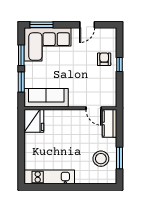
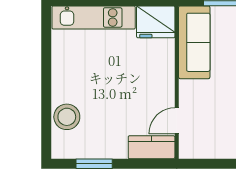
stool: (101, 159) -> (67, 117), moved
kitchen unit: (49, 177) -> (94, 17), moved, turned 90

